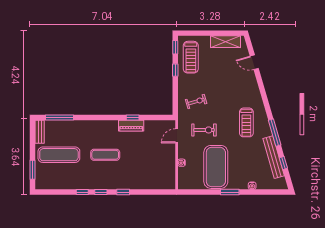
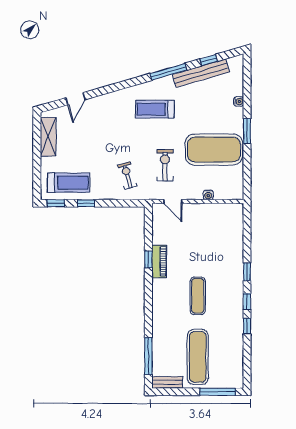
treadmill: (246, 122) -> (155, 109), turned 180
window: (33, 170) -> (218, 392), width x1.44

